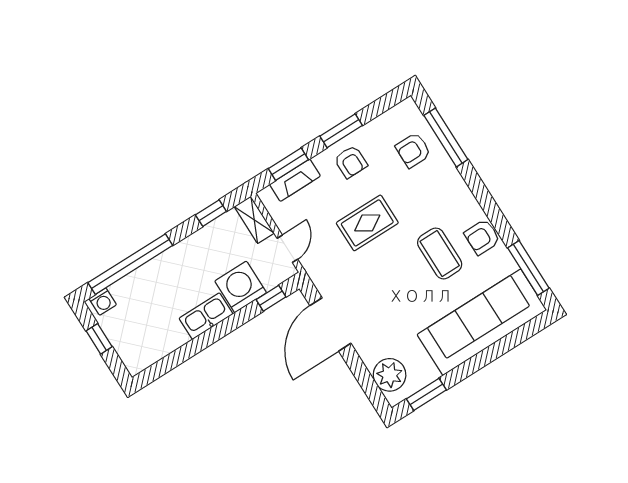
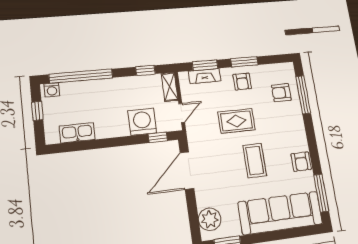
armchair: (482, 237) -> (301, 162), turned -90
coffee table: (440, 253) -> (255, 161), moved
kitchen sink: (206, 316) -> (77, 133), moved

